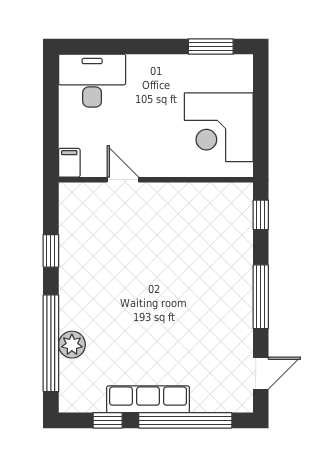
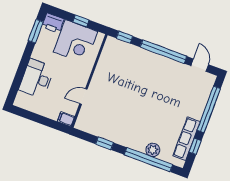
printer: (238, 73) -> (53, 23), added
desk: (92, 81) -> (37, 78), moved
window: (261, 123) -> (81, 21), added
window: (261, 297) -> (163, 52), width x1.46
row of seats: (148, 399) -> (187, 139), moved

